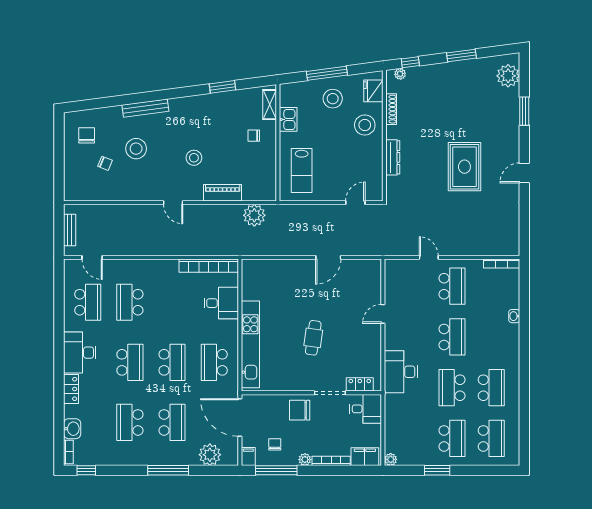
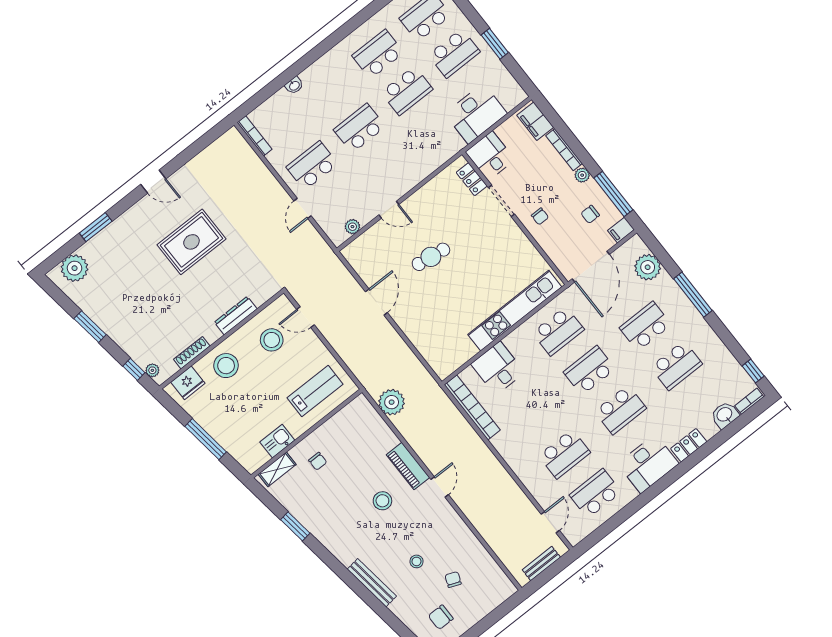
stool: (333, 99) -> (272, 340), moved
stool: (136, 149) -> (416, 561), width x0.53, depth x0.53
piano: (223, 193) -> (408, 466), moved
door: (328, 257) -> (376, 302), hinge flipped
cafe table: (313, 338) -> (431, 257), moved
school desk: (130, 362) -> (620, 410), turned 180
desk: (401, 372) -> (476, 114), moved
chair: (300, 410) -> (540, 216), width x0.54, depth x0.54
school desk: (452, 438) -> (454, 53), turned 180
plant: (391, 459) -> (352, 227), moved

